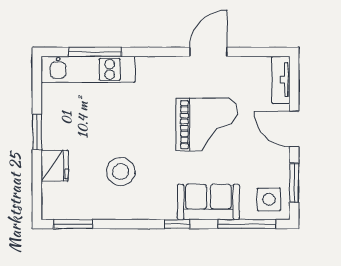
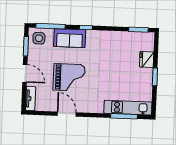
door: (208, 52) -> (67, 114), swing flipped
grand piano: (207, 125) -> (69, 77), turned 180
stool: (121, 171) -> (113, 55), removed

